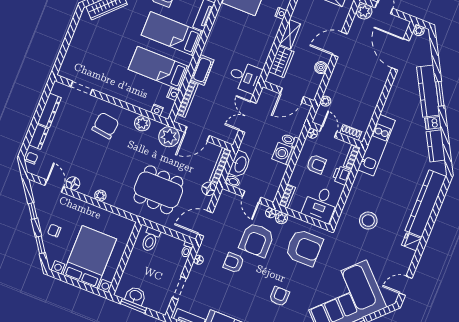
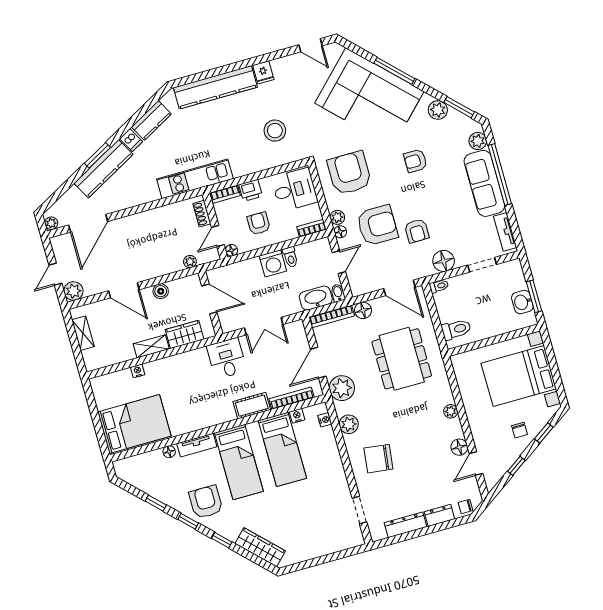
door: (197, 134) -> (318, 363), swing flipped
toilet: (290, 140) -> (290, 257), moved
floor lamp: (199, 260) -> (444, 261), width x1.89, depth x1.89

